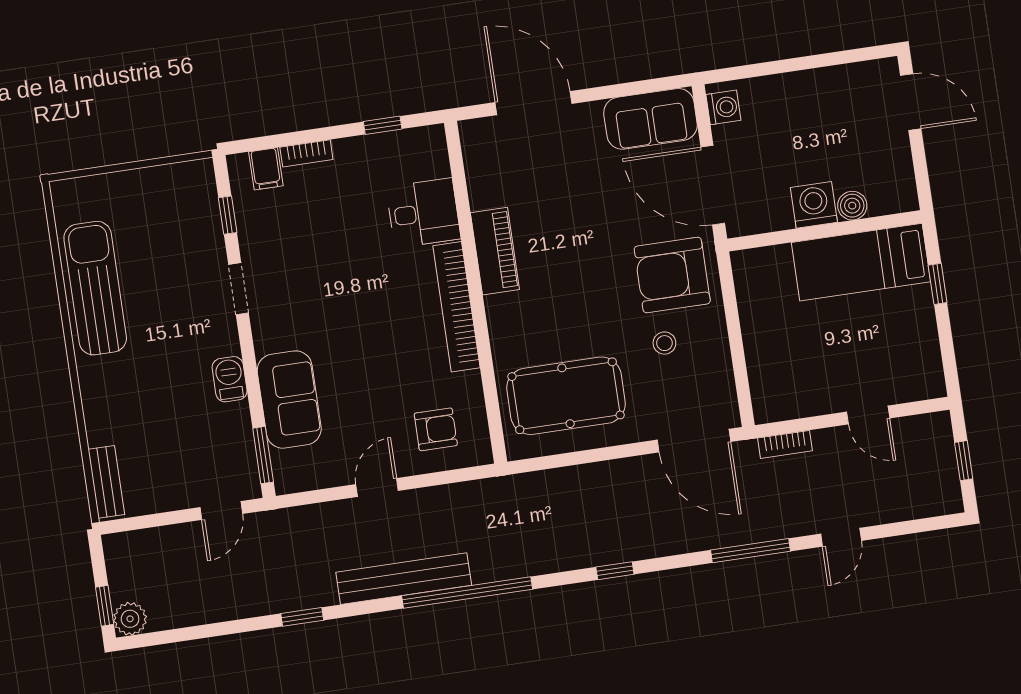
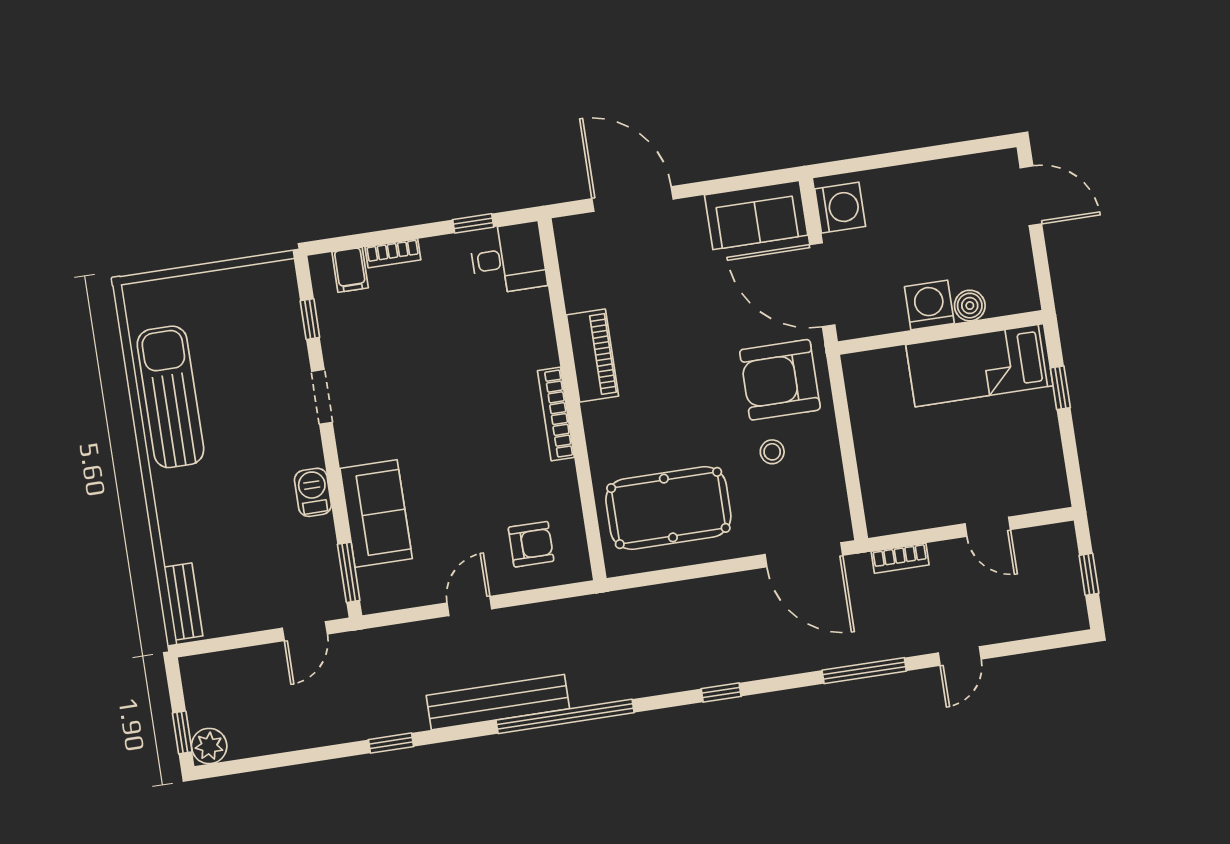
washing machine: (723, 107) -> (840, 208), width x1.38, depth x1.38
desk: (423, 213) -> (508, 258), moved
bookcase: (456, 307) -> (556, 414), width x0.68, depth x0.76

